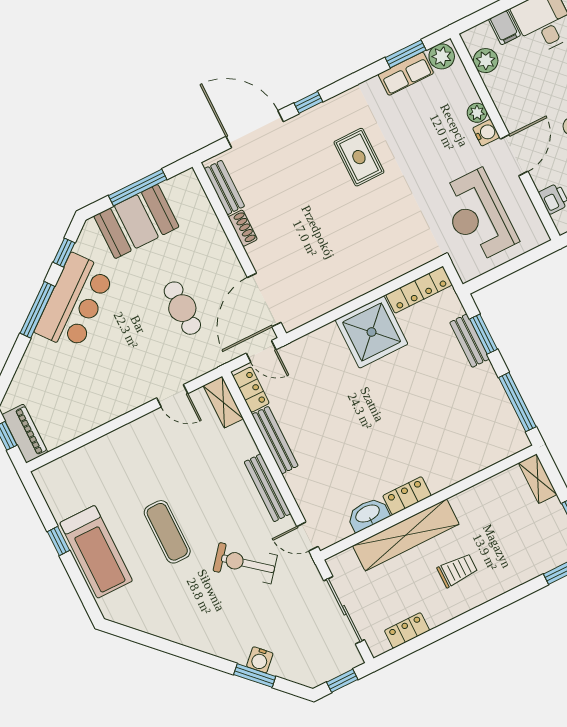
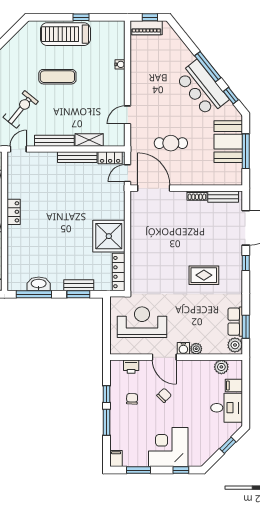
shelving: (223, 402) -> (89, 140), moved
water cooler: (101, 446) -> (120, 64), added
washbasin: (368, 514) -> (39, 284), moved, turned -90

